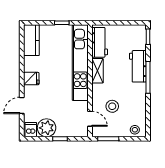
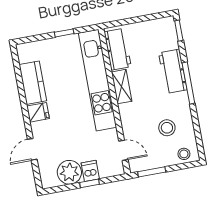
kitchen counter: (31, 40) -> (33, 83), moved
stool: (112, 106) -> (167, 128), moved
dishwasher: (31, 130) -> (90, 171), moved

